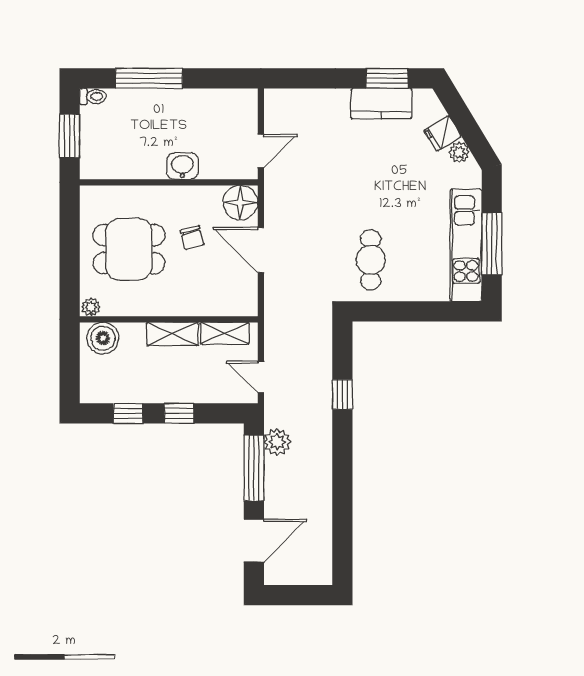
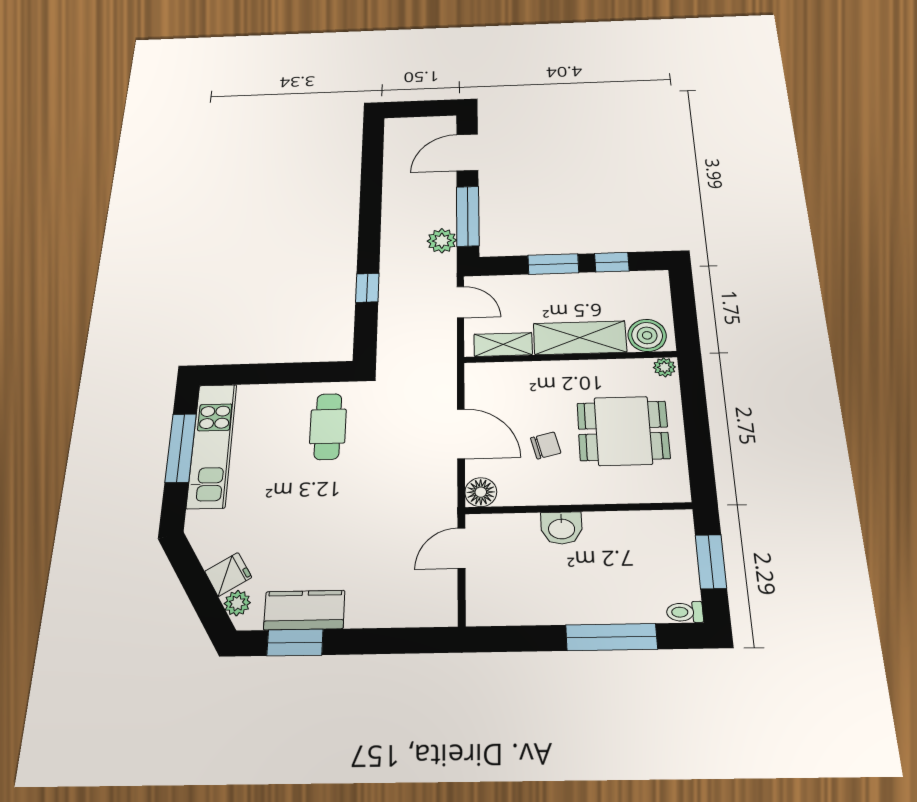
plant: (459, 152) -> (237, 603), moved
floor lamp: (240, 203) -> (481, 492), width x0.73, depth x0.73
chair: (192, 238) -> (546, 445), turned 91
shelving: (172, 334) -> (580, 338), width x1.50, depth x1.33
window: (179, 413) -> (553, 264), width x1.50

